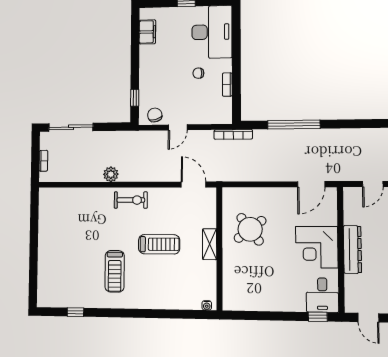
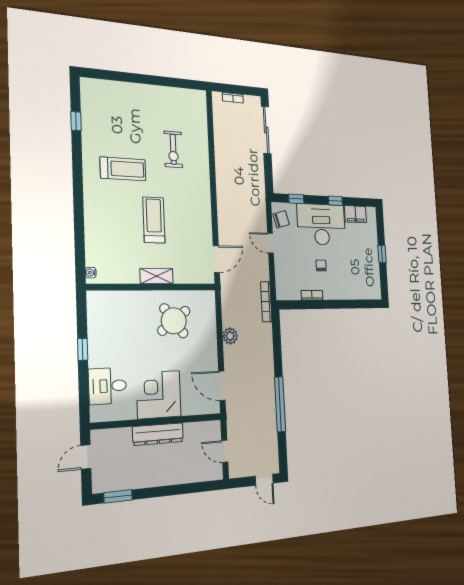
desk: (212, 32) -> (321, 225), moved, turned 180
window: (135, 54) -> (335, 201), added
window: (294, 125) -> (280, 404), moved
plant: (111, 174) -> (230, 336), moved
exercise bike: (131, 200) -> (173, 149), moved
treadmill: (159, 244) -> (154, 220), turned 180
treadmill: (115, 271) -> (123, 169), turned 180
desk: (322, 295) -> (108, 386), moved
window: (318, 317) -> (83, 349), moved

